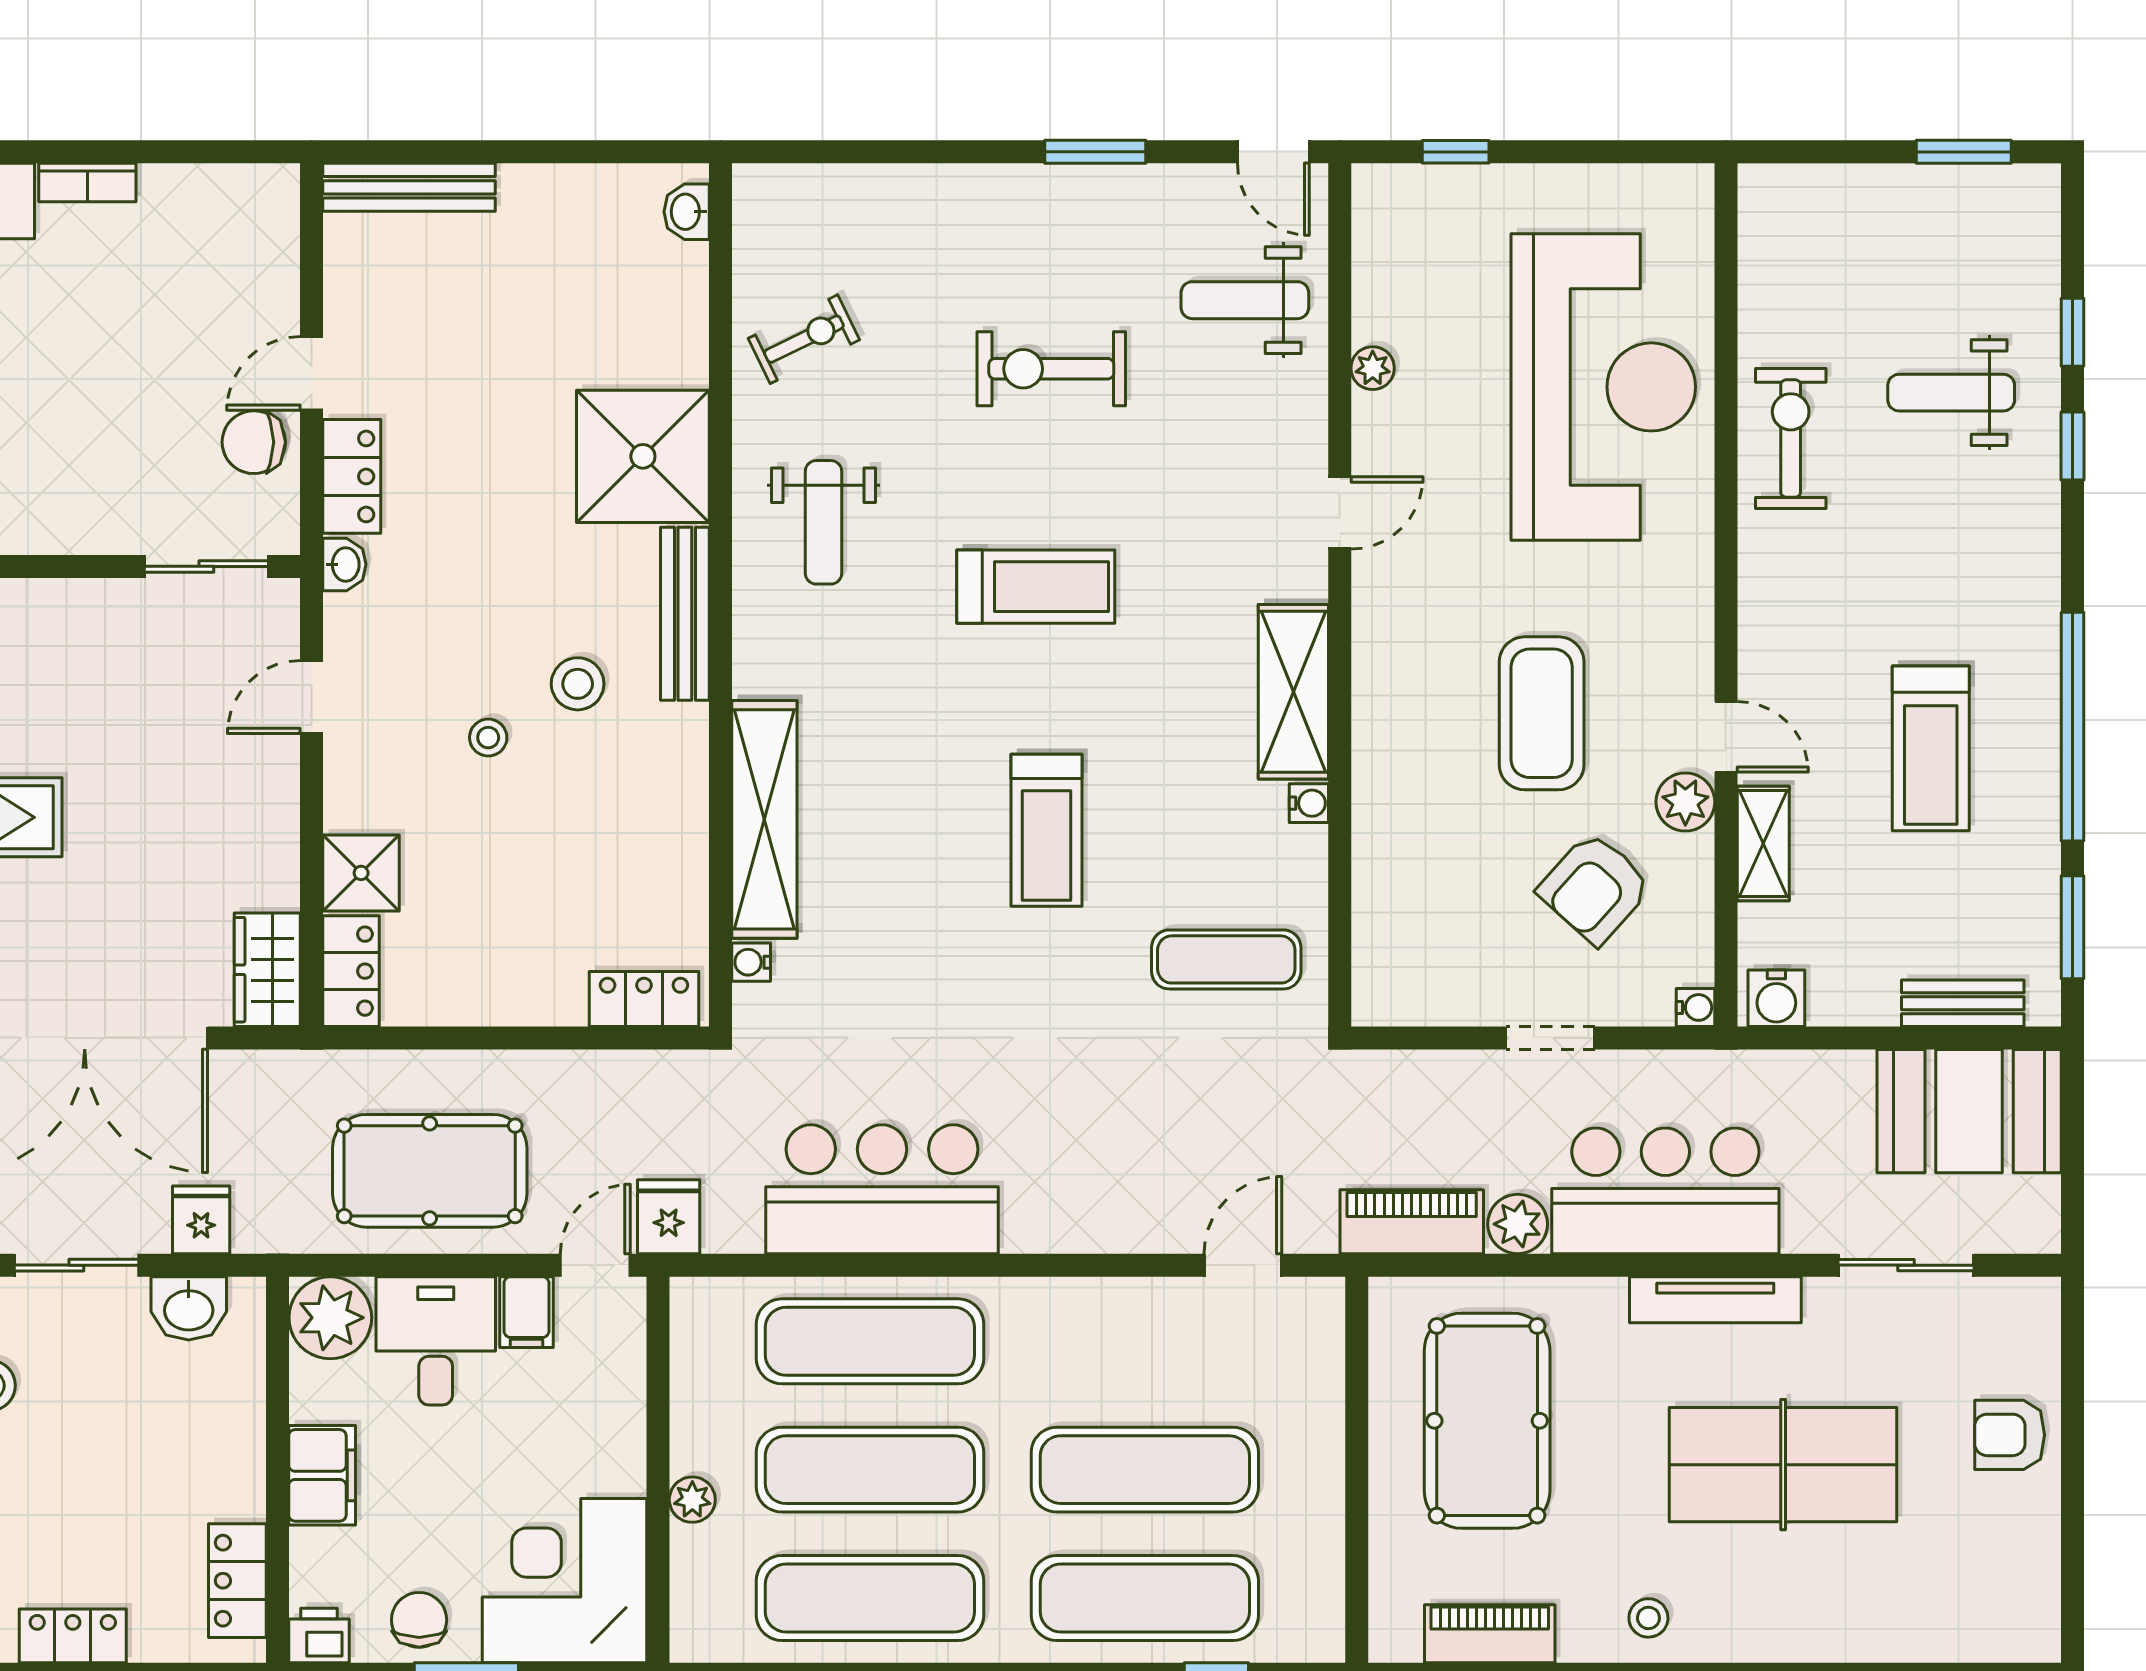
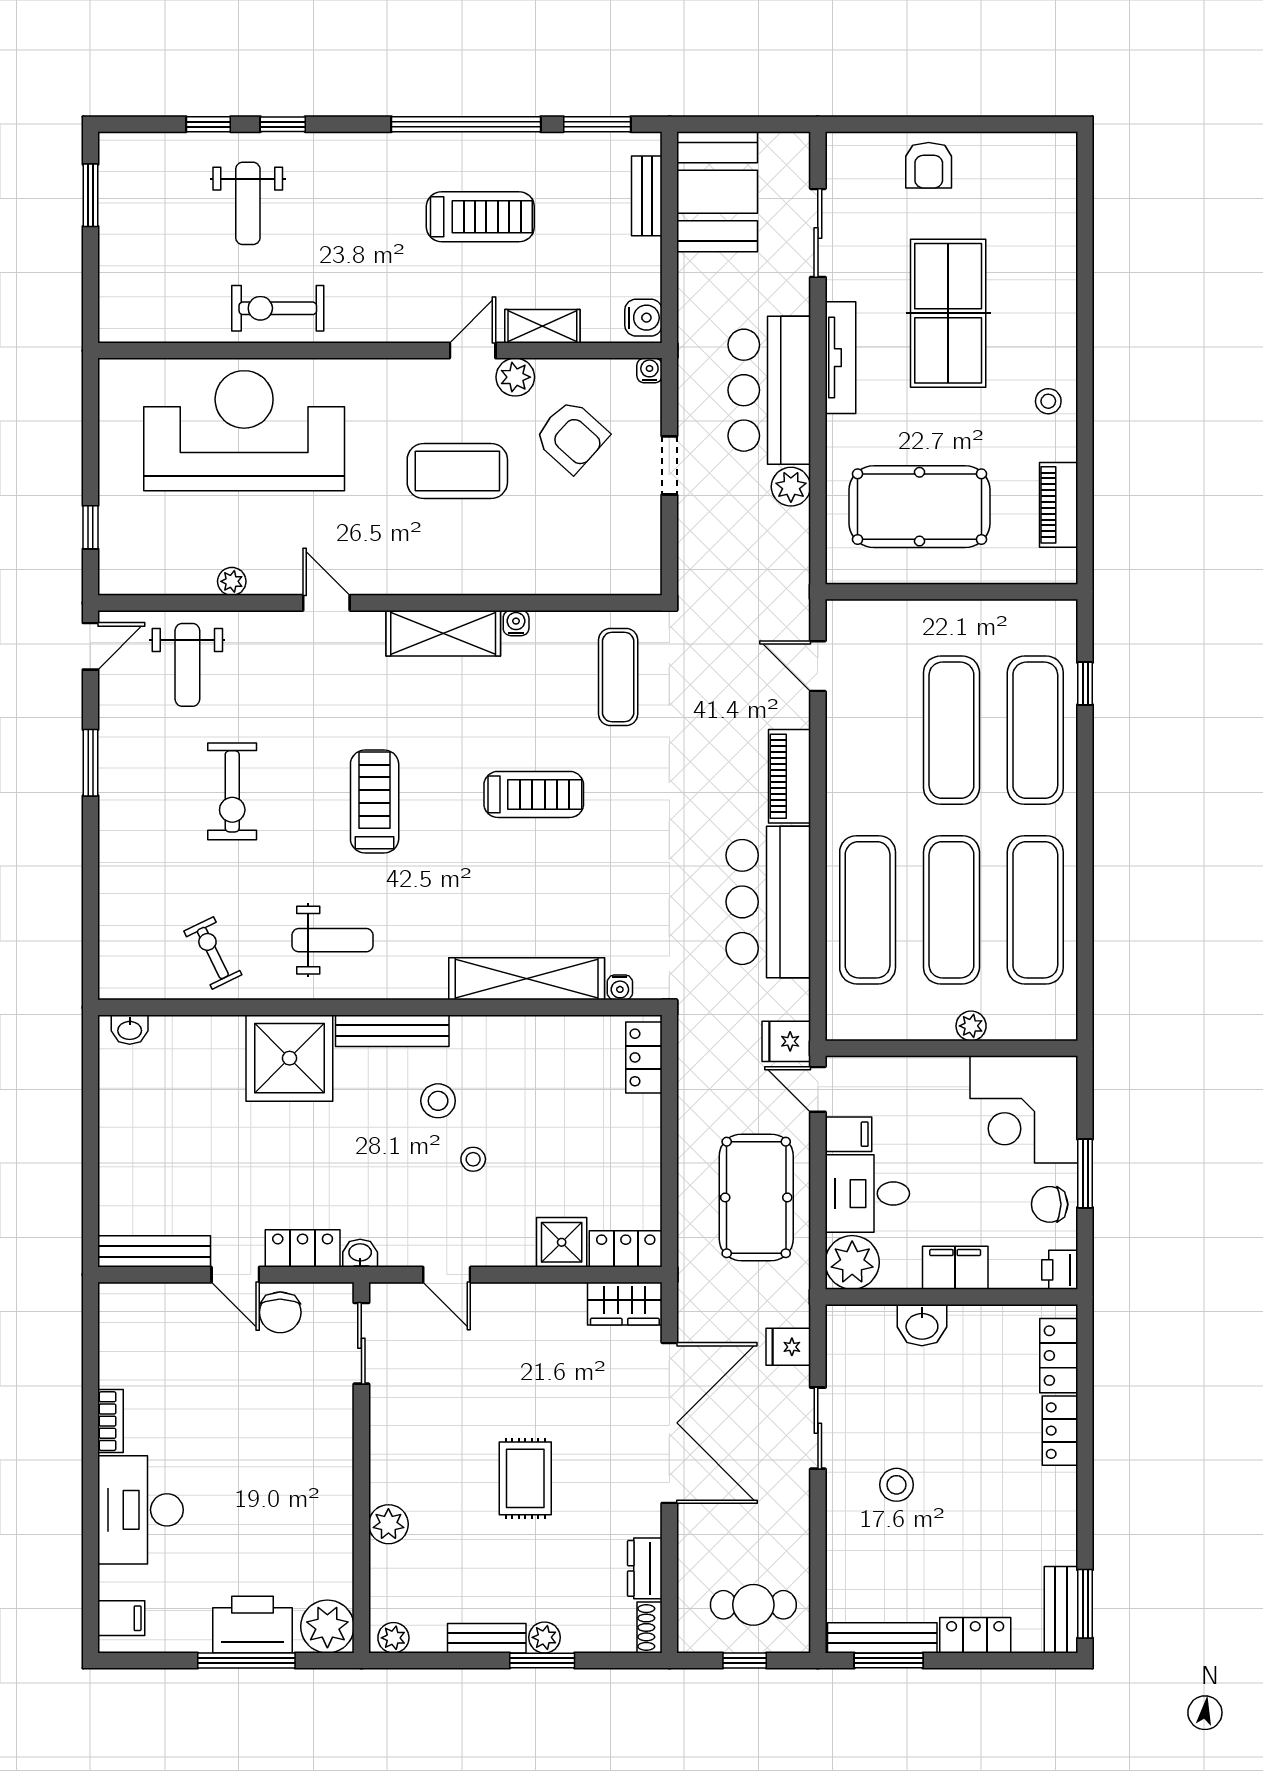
bench: (409, 187) -> (154, 1251), moved, turned 90
piano: (1412, 1222) -> (789, 776), moved
washbasin: (189, 1308) -> (922, 1325), moved, turned 90
locker: (237, 1581) -> (1059, 1356), moved, turned 90

